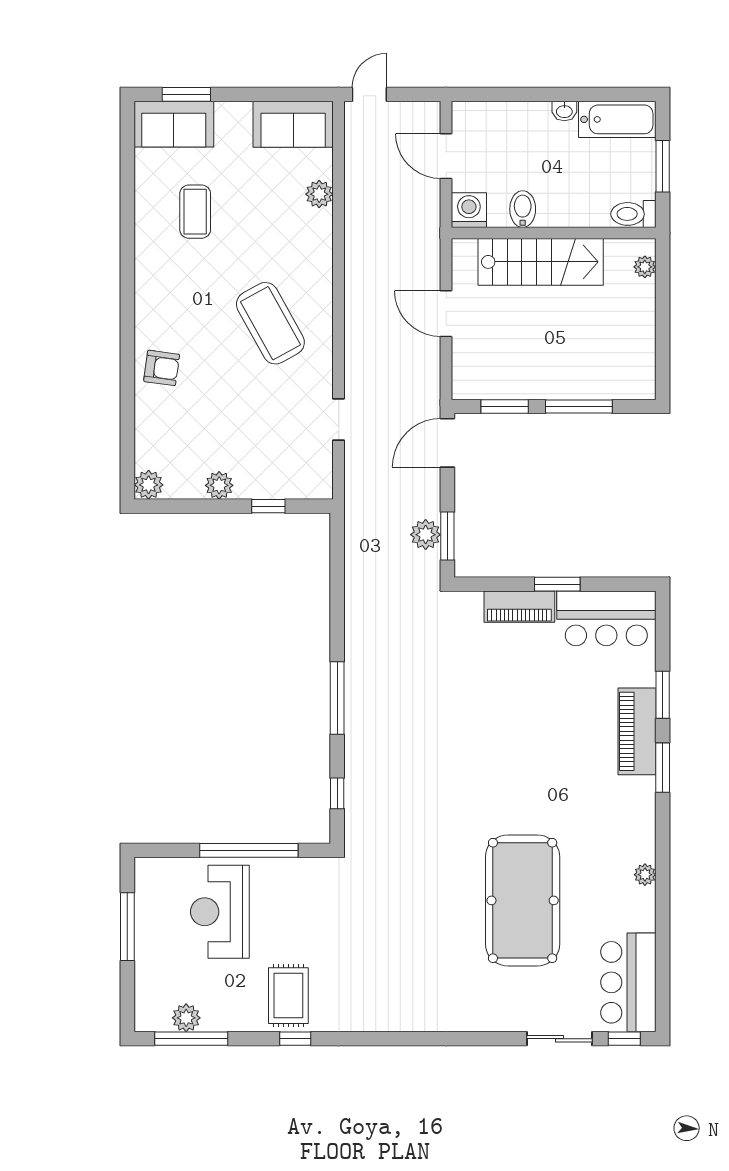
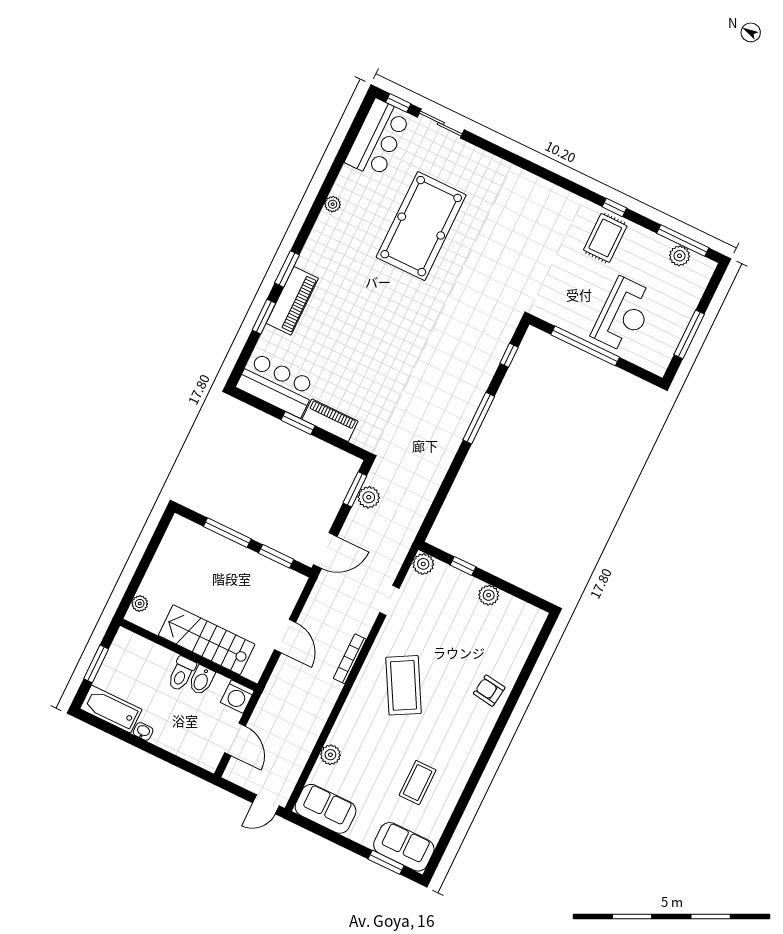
toilet: (633, 214) -> (182, 674), moved, turned 90
bookcase: (353, 324) -> (350, 659), added
plant: (149, 485) -> (423, 564), moved

